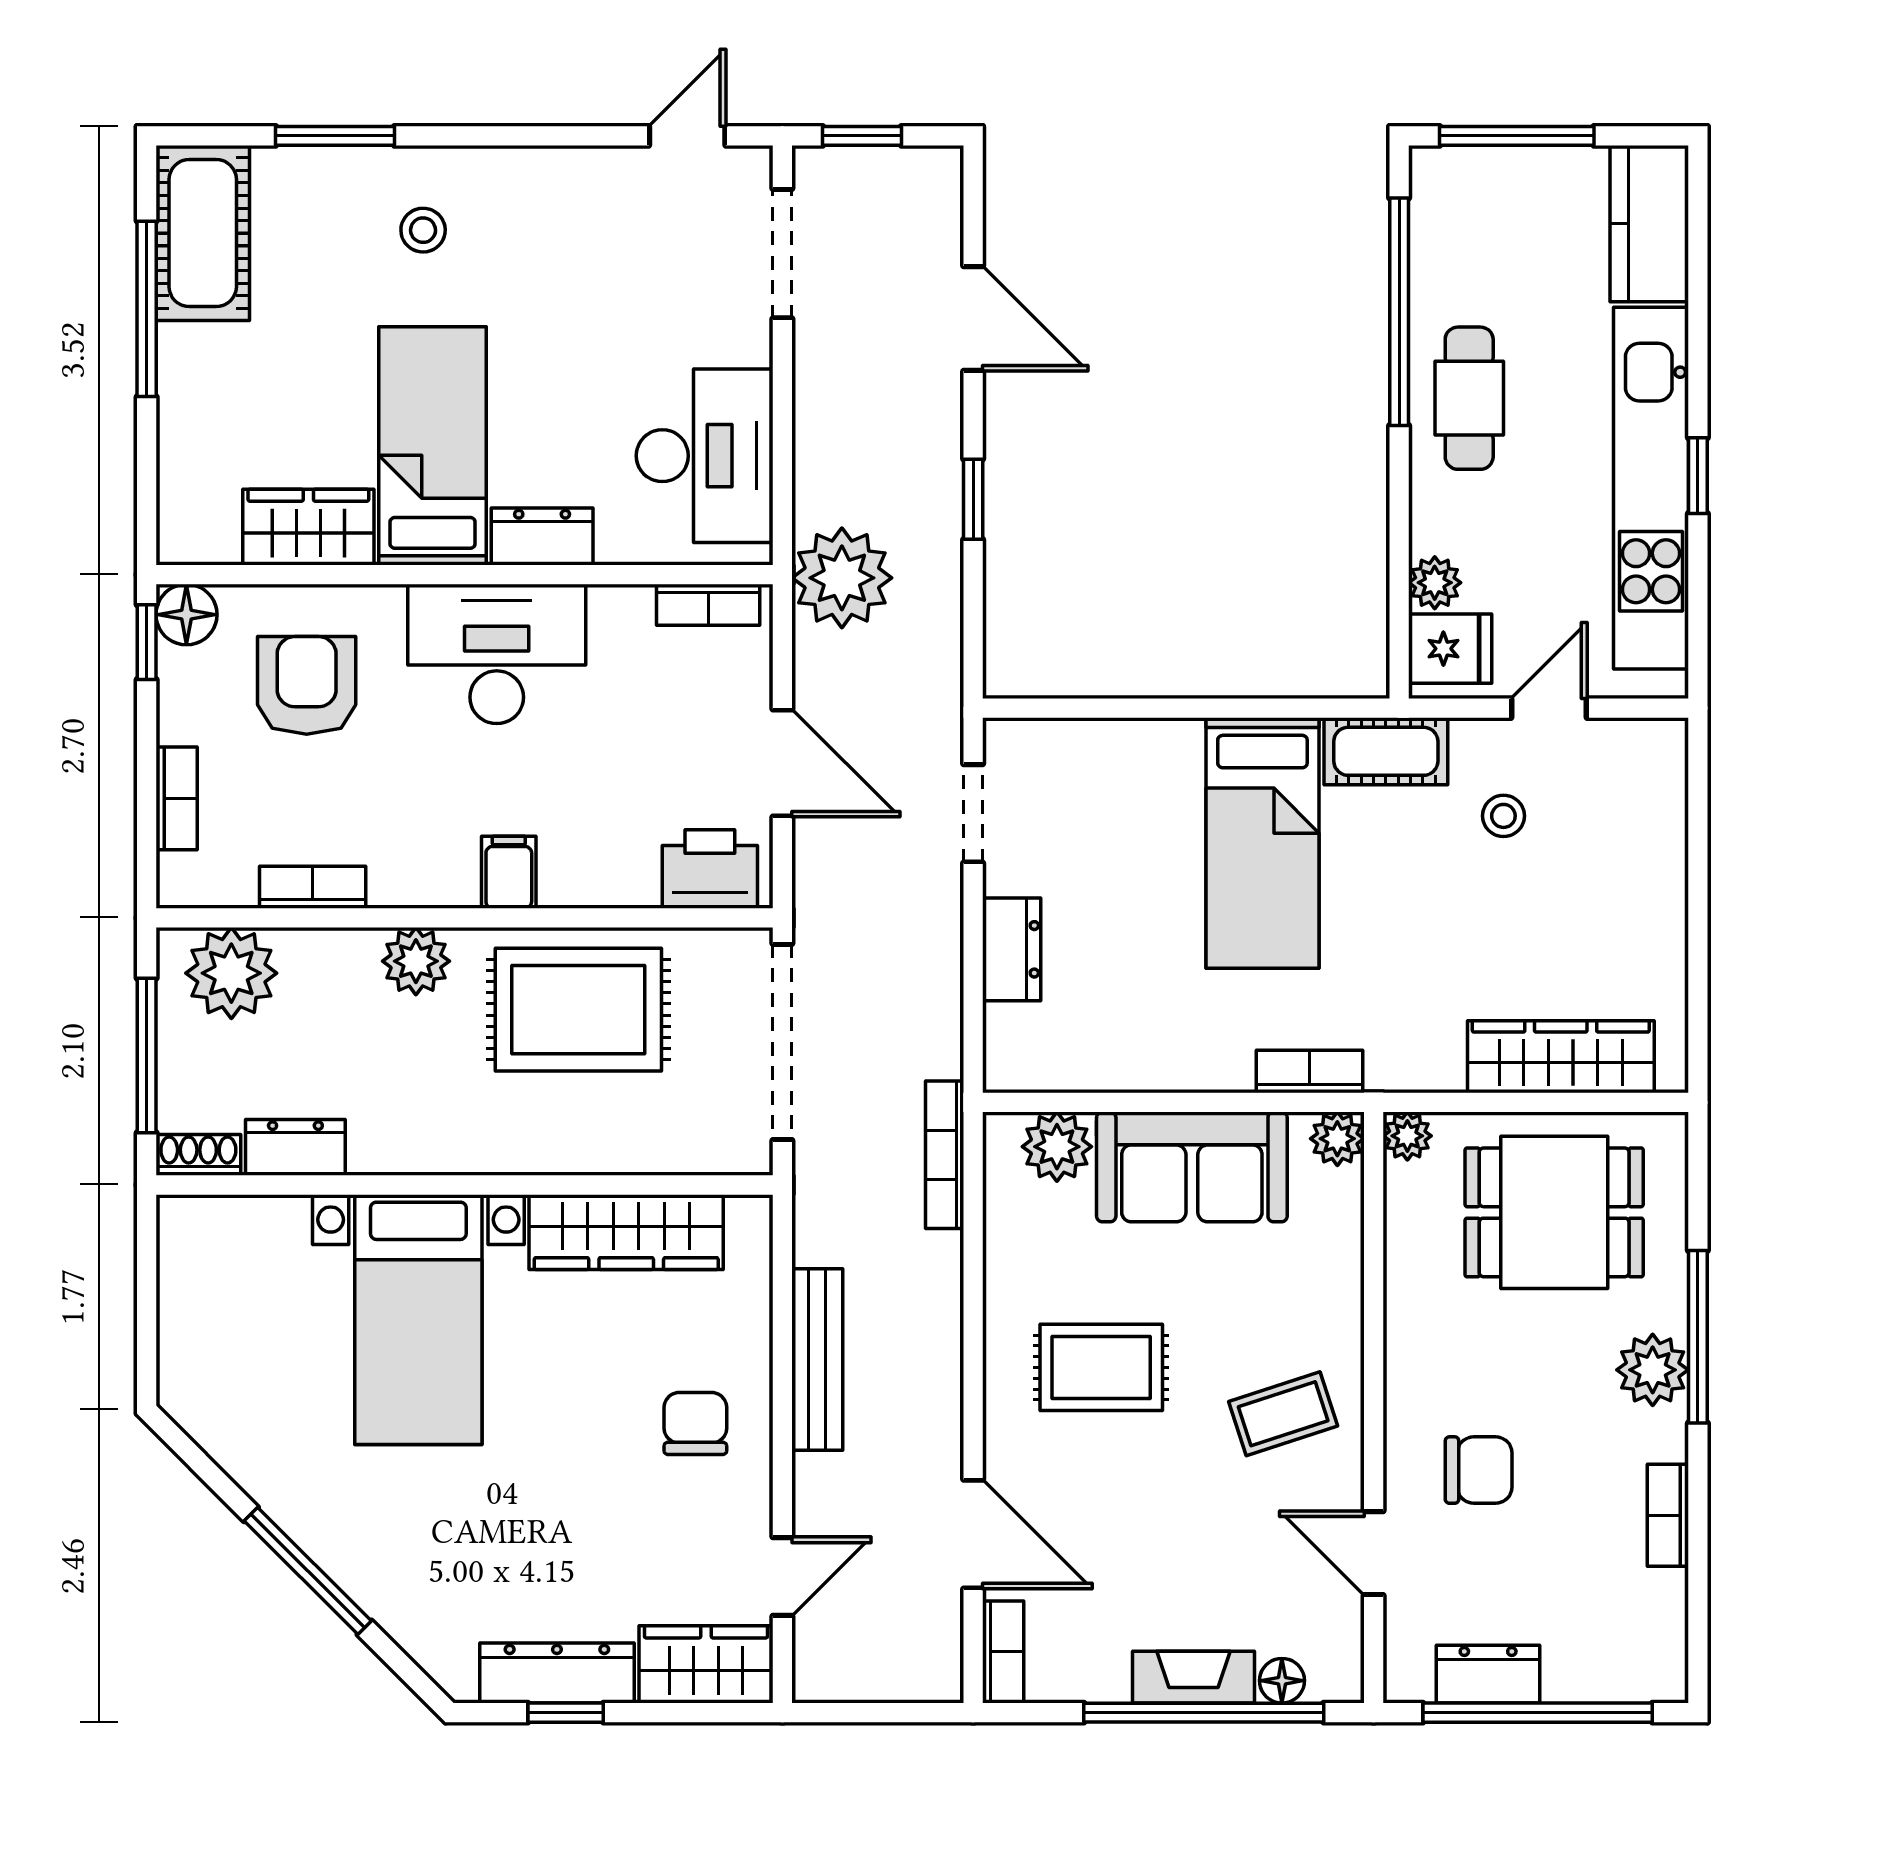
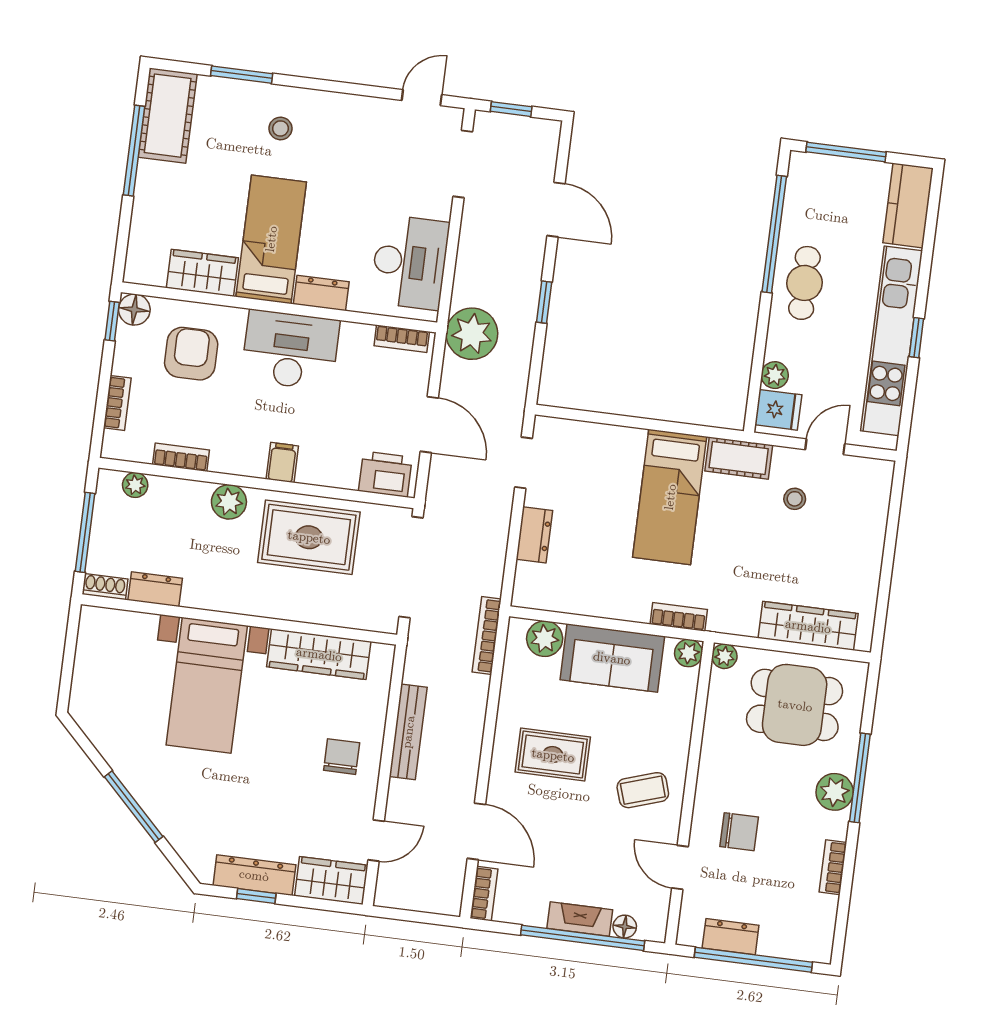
plant: (231, 973) -> (135, 485), width x0.53, depth x0.53

